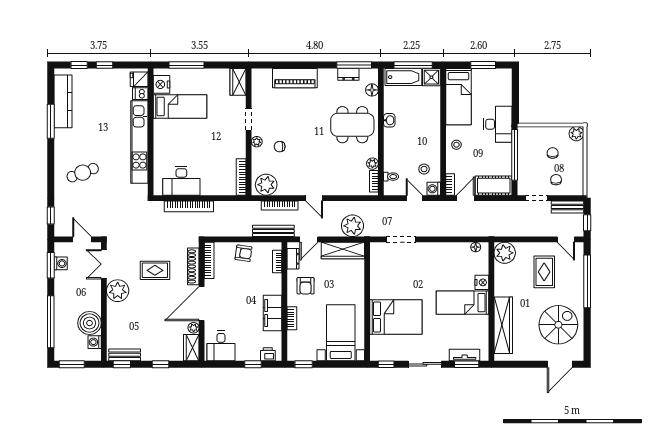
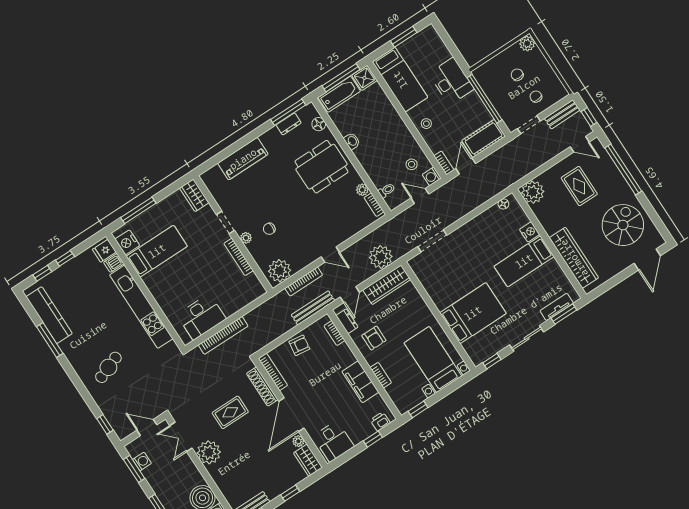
bookcase: (241, 177) -> (239, 257), moved

